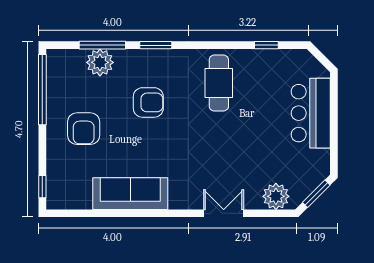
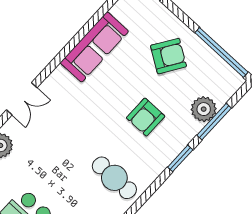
armchair: (84, 129) -> (168, 56), turned 123

